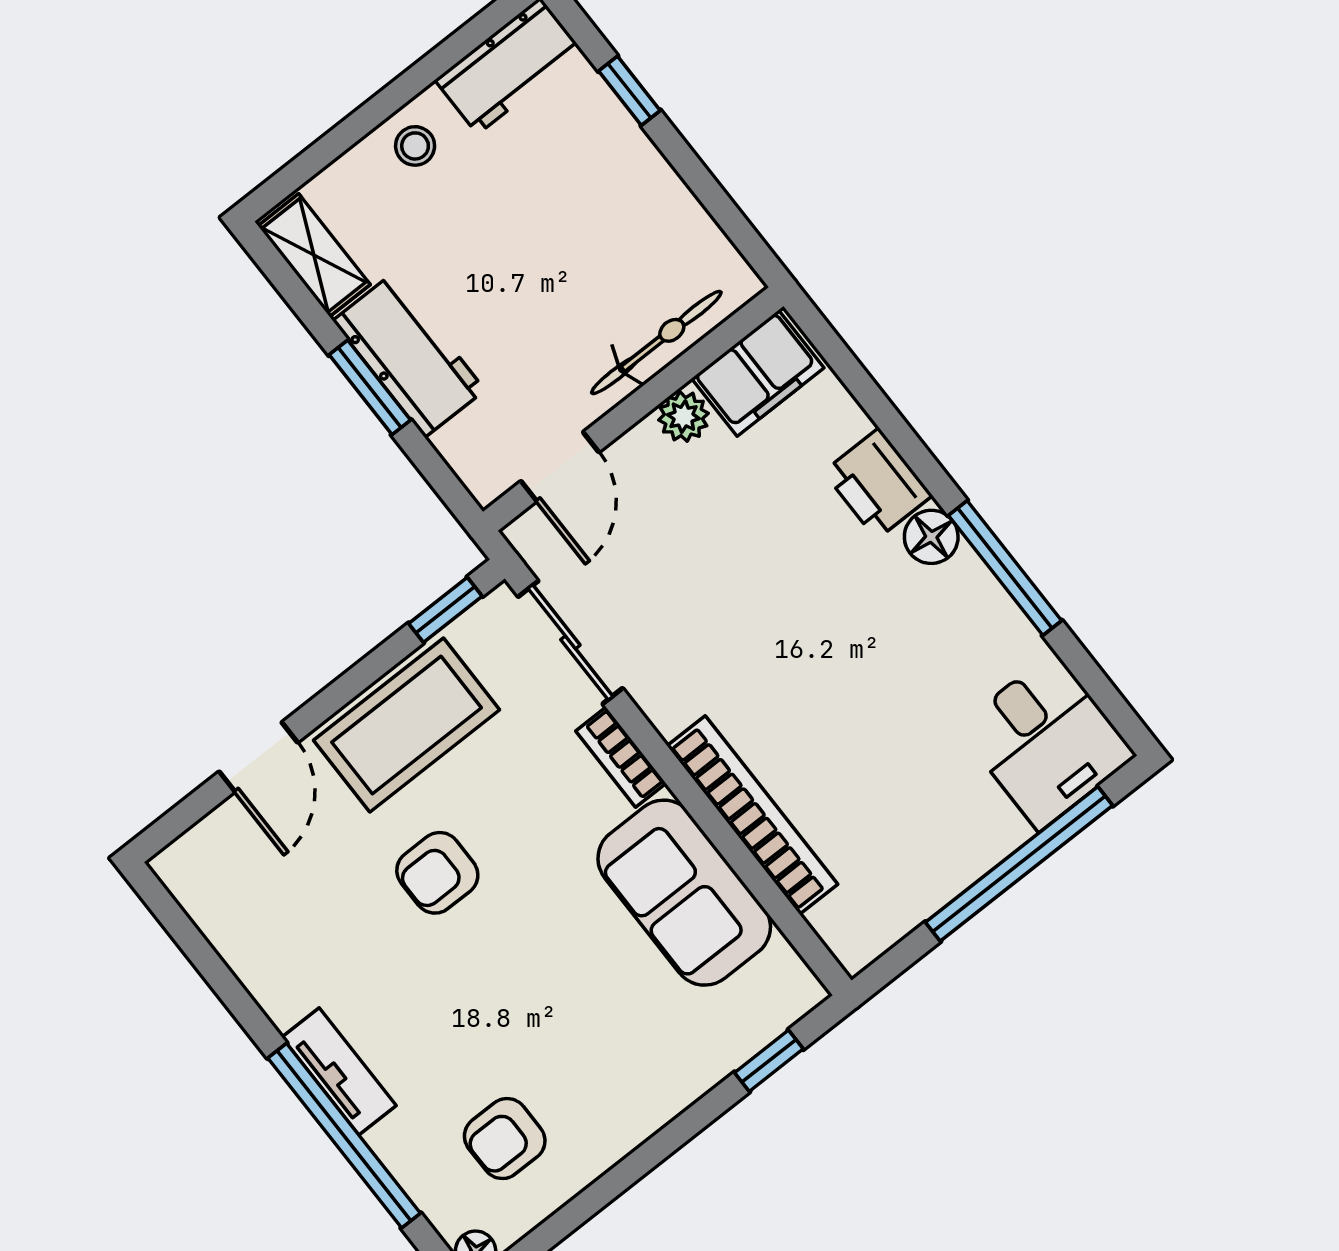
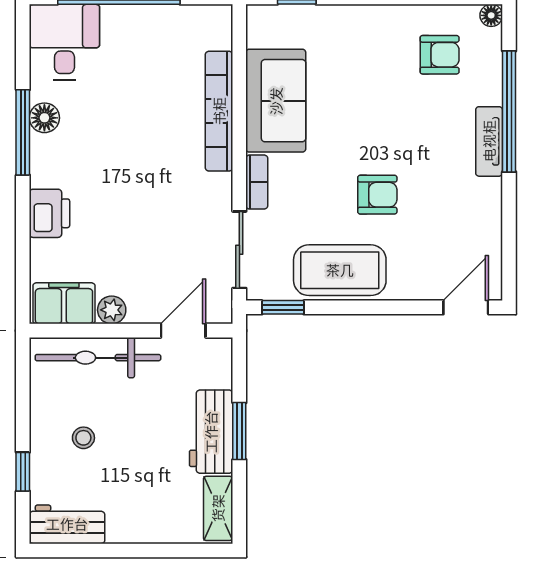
stool: (415, 146) -> (83, 438), moved
bicycle: (656, 343) -> (98, 358), width x1.37, depth x1.40
floor lamp: (931, 537) -> (44, 118), moved
door: (258, 757) -> (466, 307), moved

